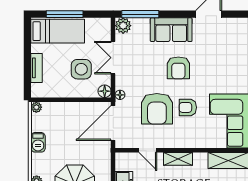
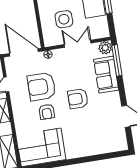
sofa: (171, 30) -> (106, 75), moved
floor lamp: (105, 91) -> (49, 41), removed
armchair: (188, 107) -> (47, 112), turned 180

